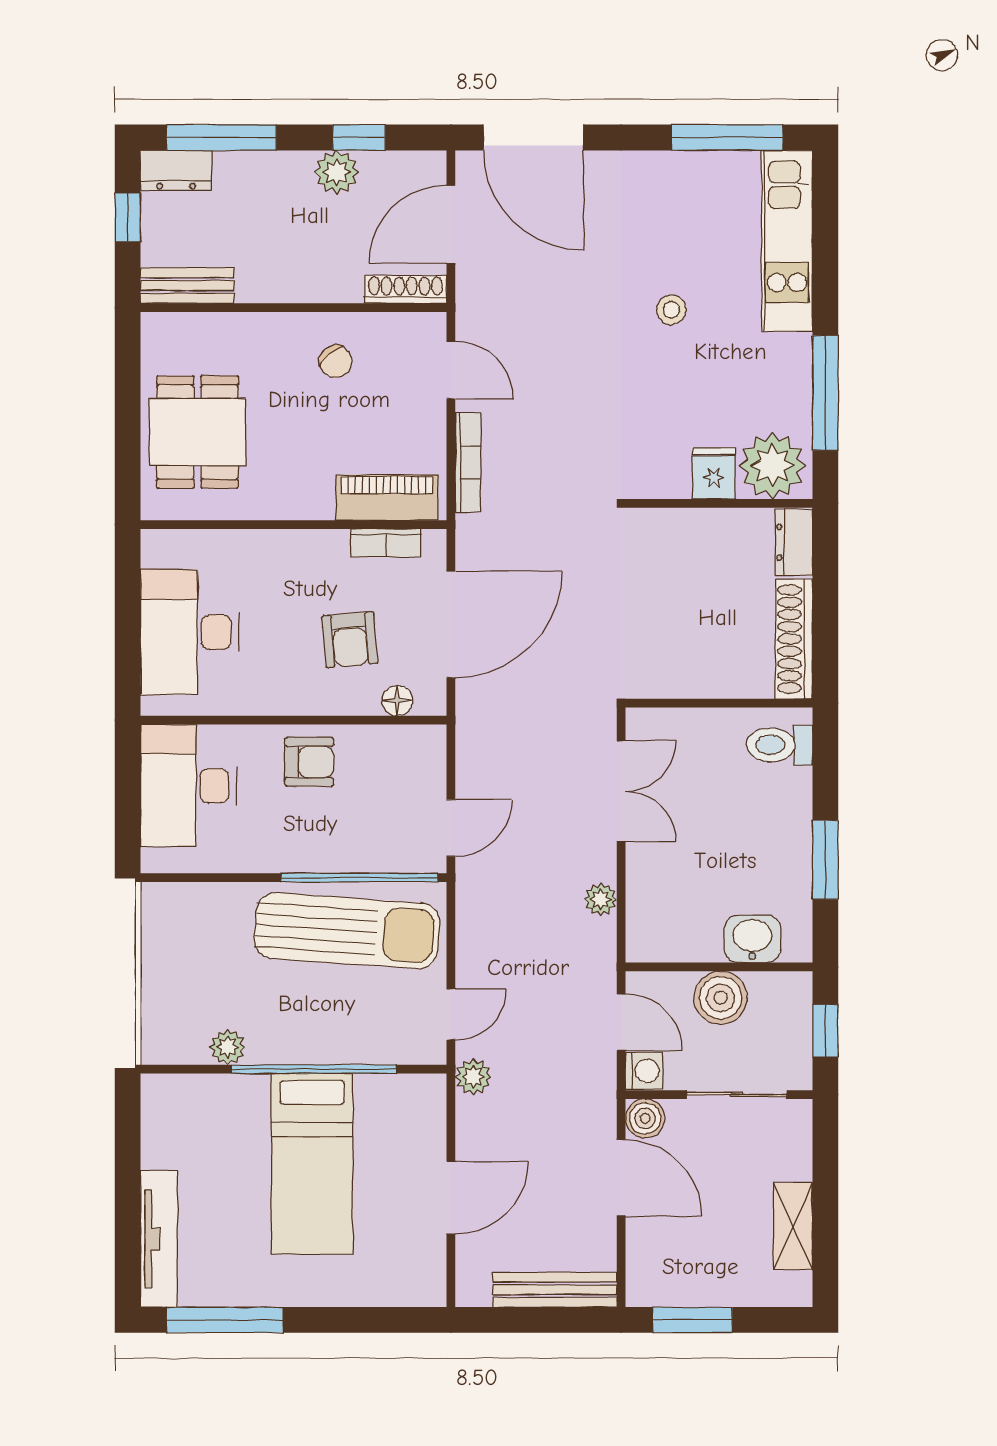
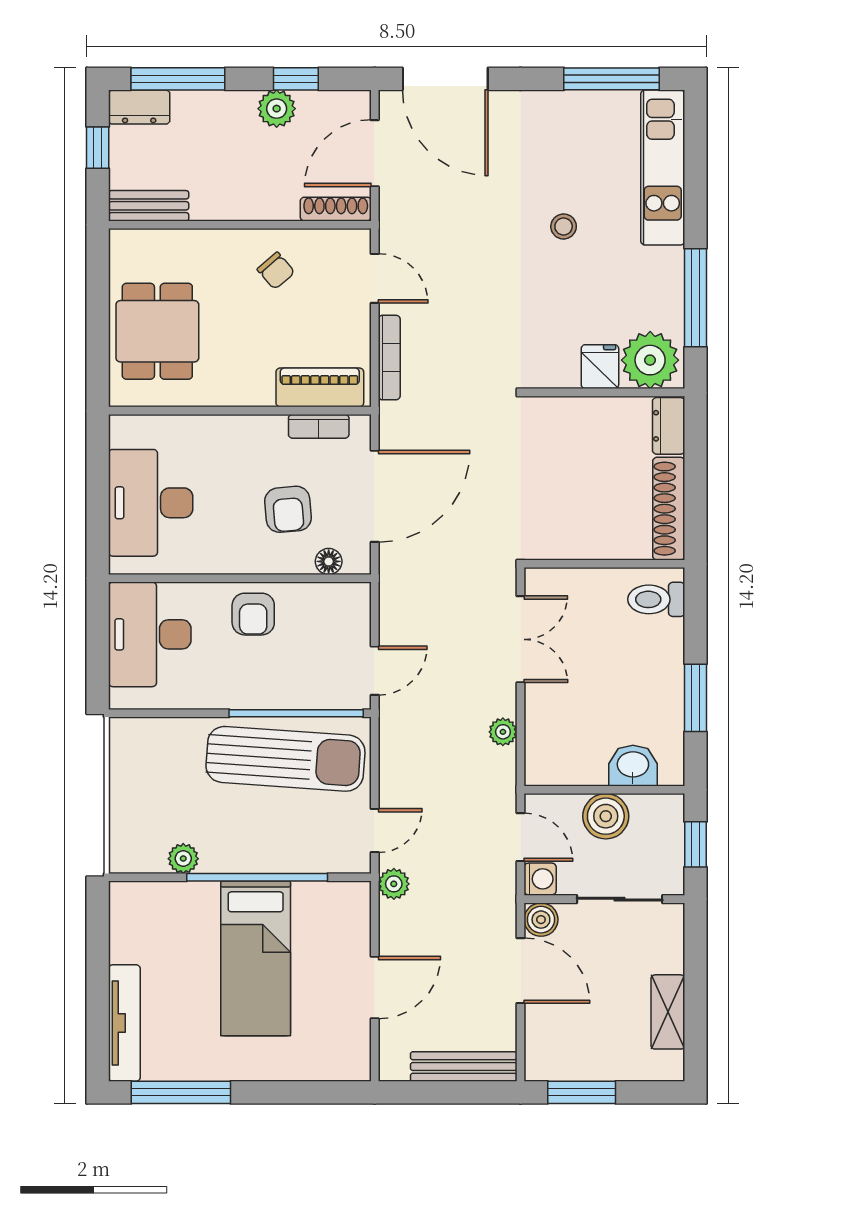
armchair: (309, 762) -> (253, 614), turned 90

